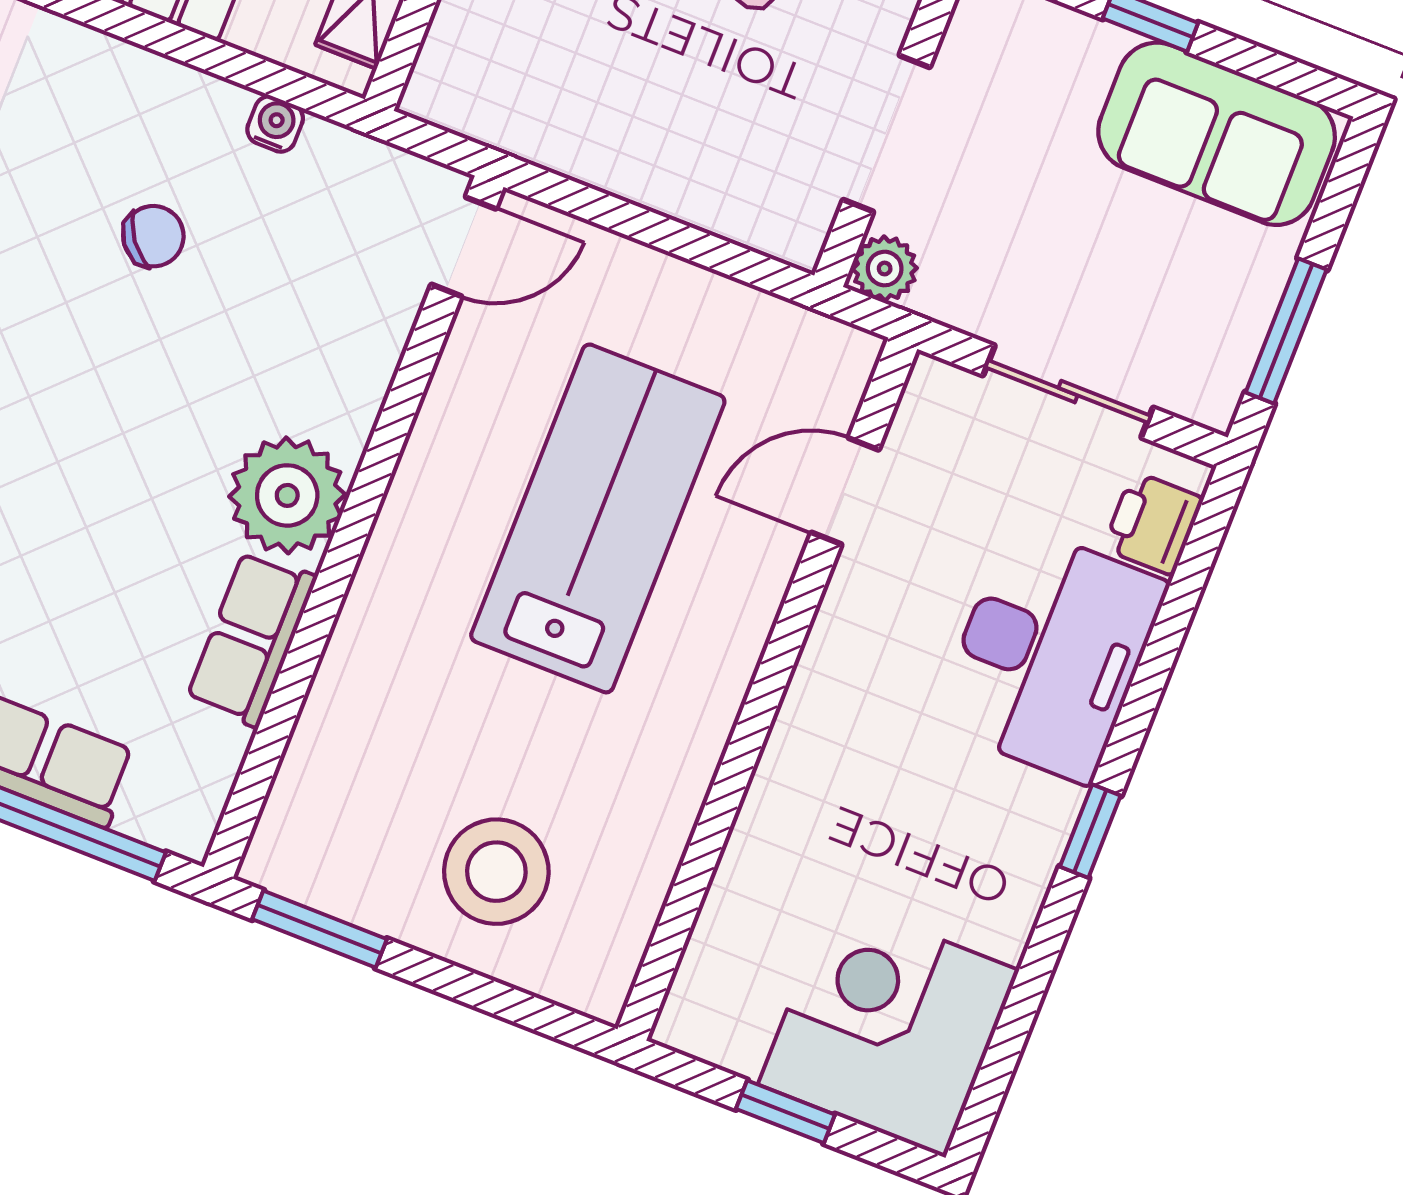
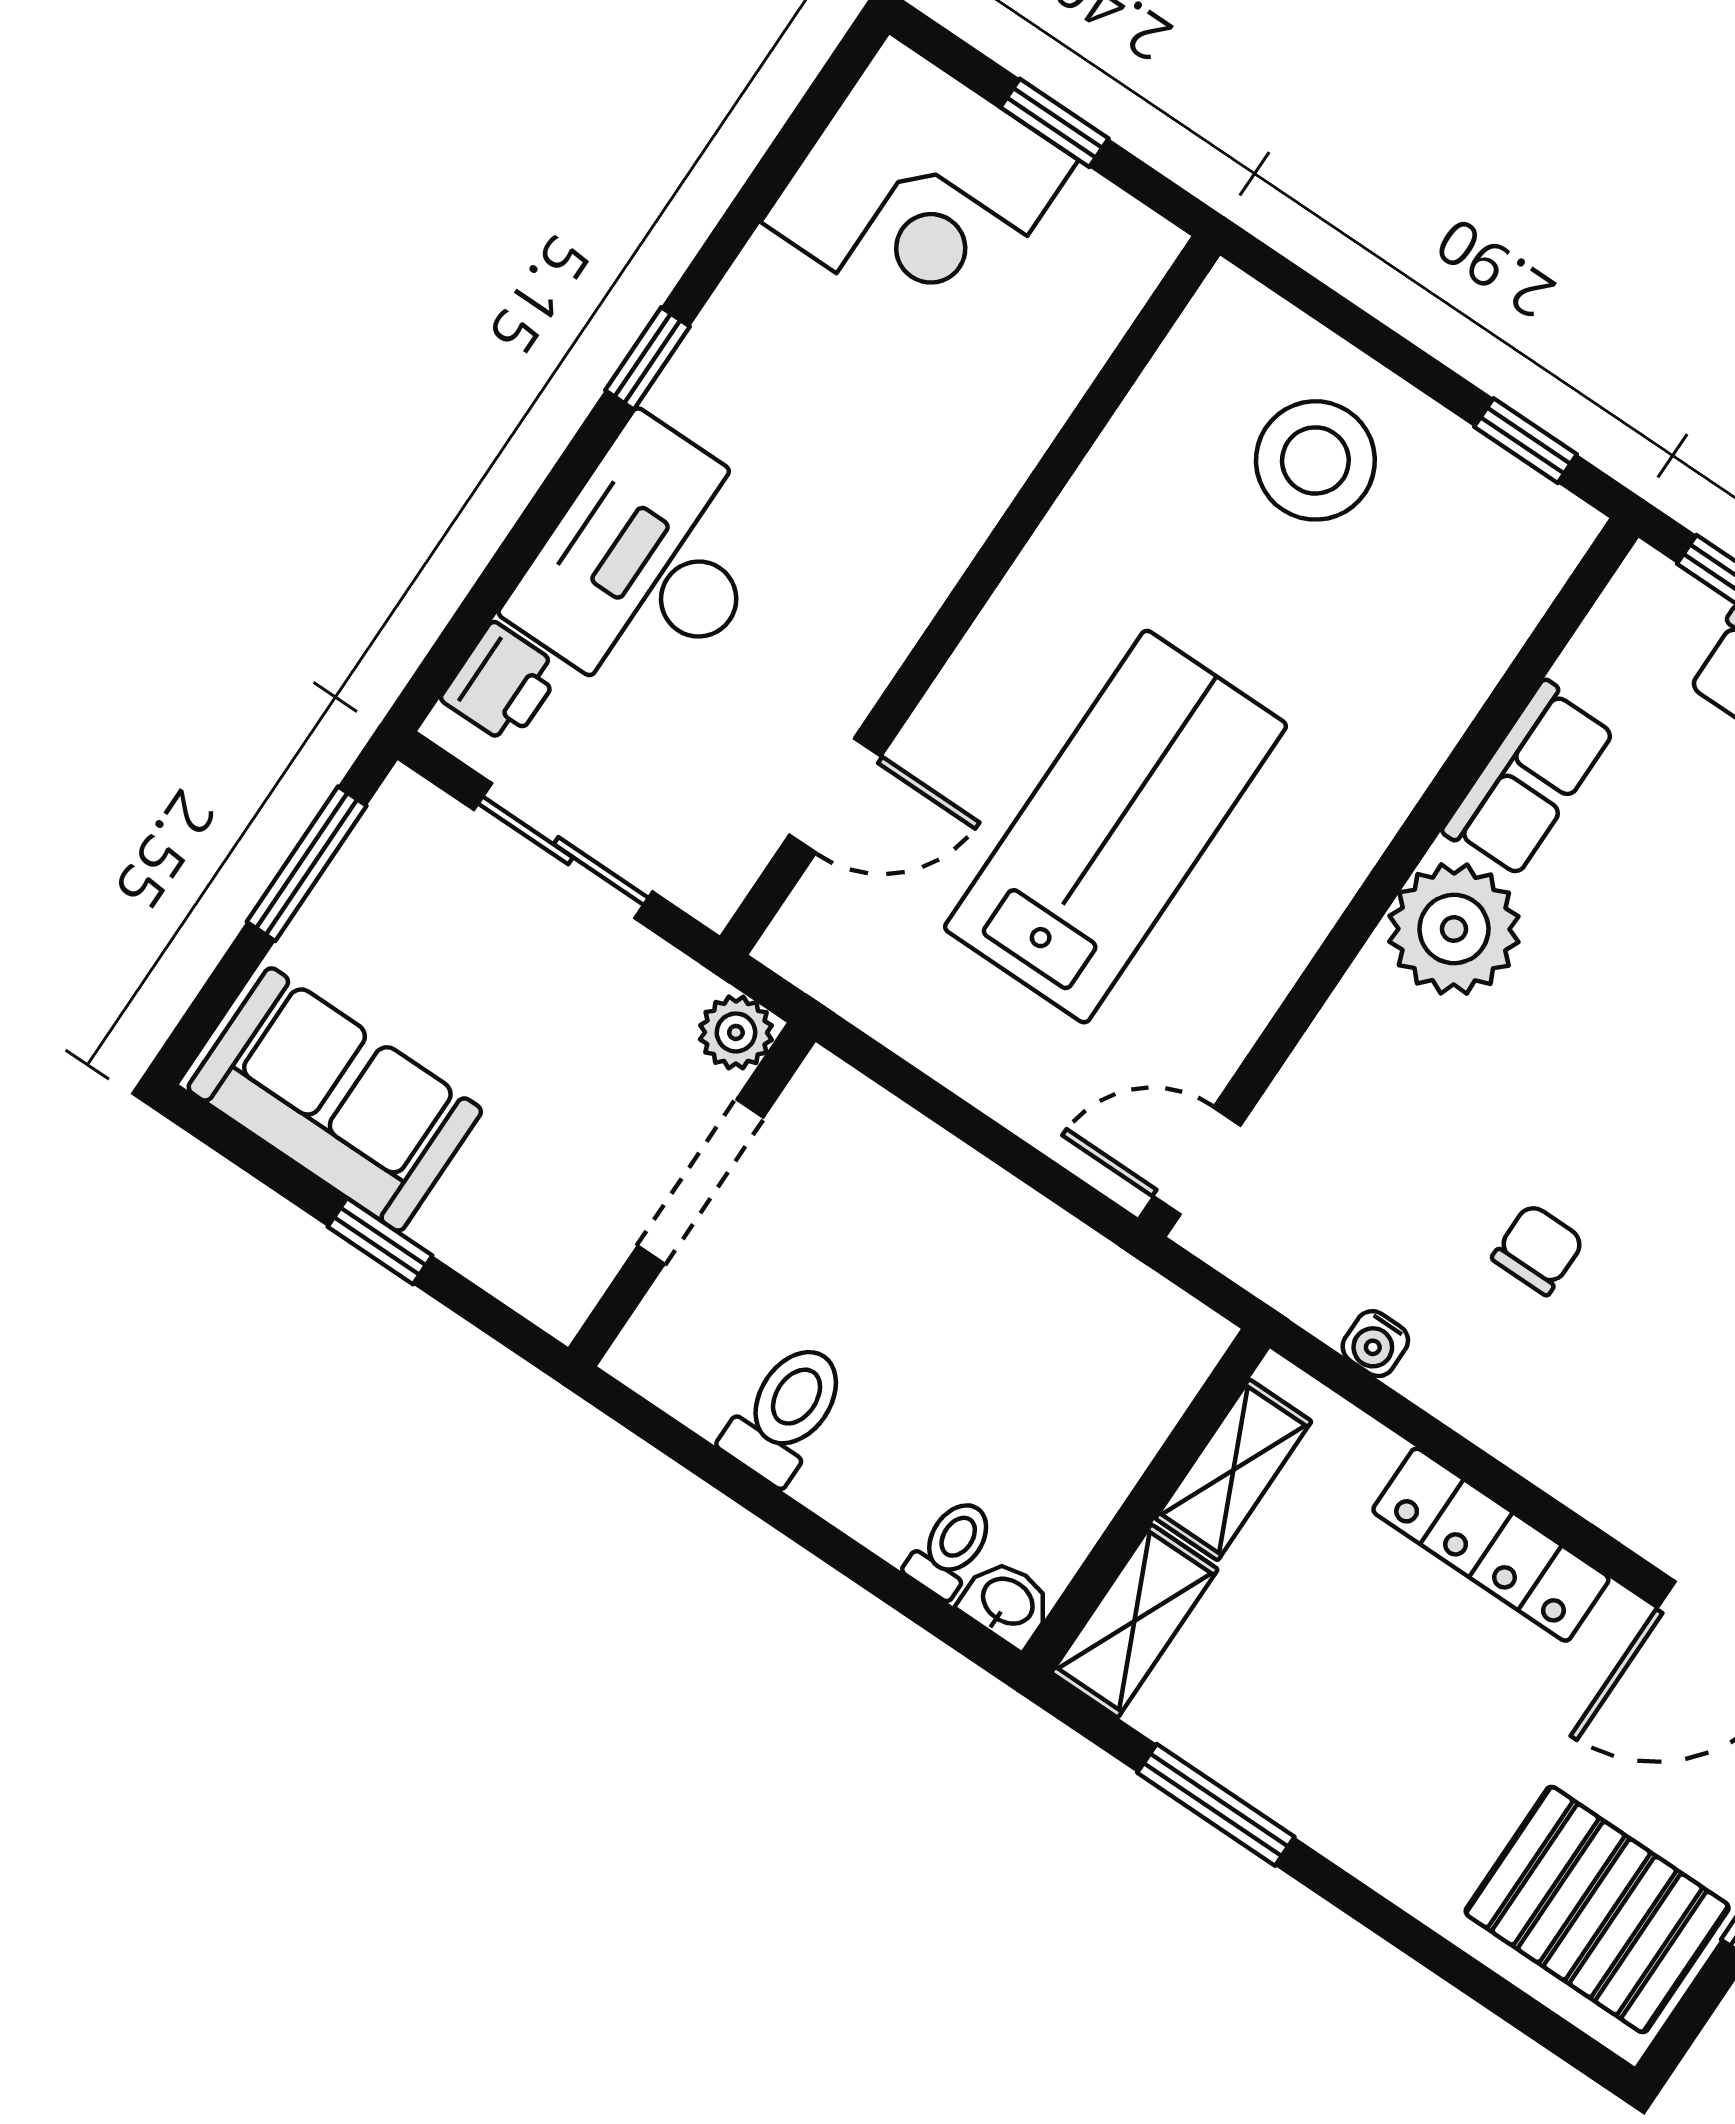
chair: (153, 236) -> (1538, 1249), turned 127
lab bench: (598, 518) -> (1116, 827), turned 180
window: (319, 929) -> (1526, 441), width x0.67

